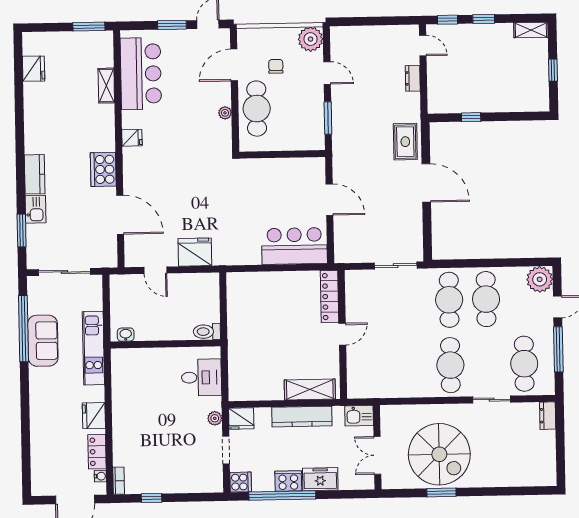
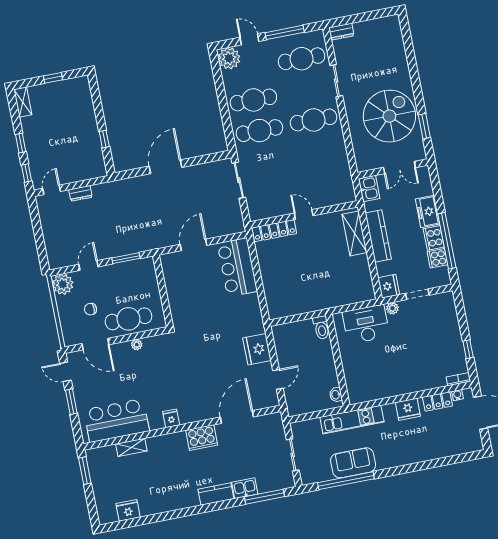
rug: (405, 142) -> (134, 190), removed
window: (22, 230) -> (264, 497), width x1.44
sliding door: (64, 272) -> (293, 455), width x0.73
desk: (201, 377) -> (366, 324), width x1.37
cooker: (241, 482) -> (437, 258), moved, turned -90
window: (441, 492) -> (424, 126), moved

